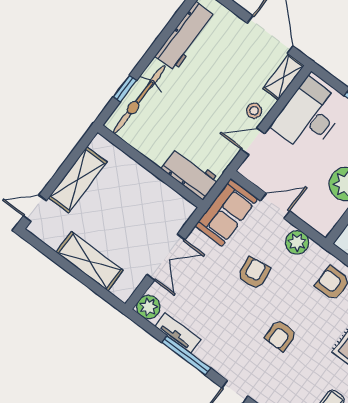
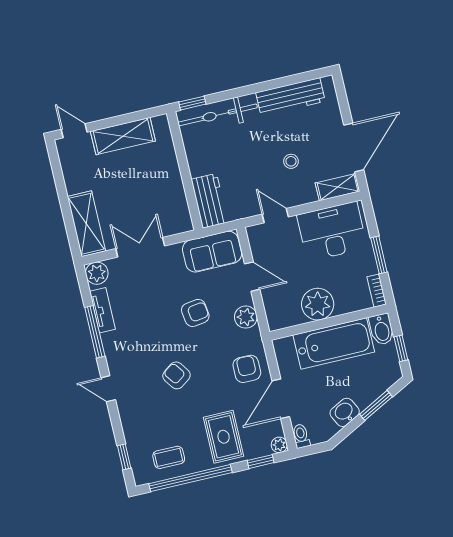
window: (125, 89) -> (192, 103), moved
stool: (254, 111) -> (291, 161), moved
double door: (166, 257) -> (140, 247), swing flipped
shelving: (90, 261) -> (86, 224), moved
armchair: (281, 336) -> (176, 375), turned 55

